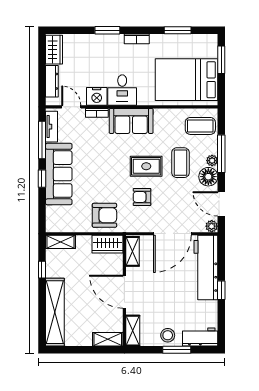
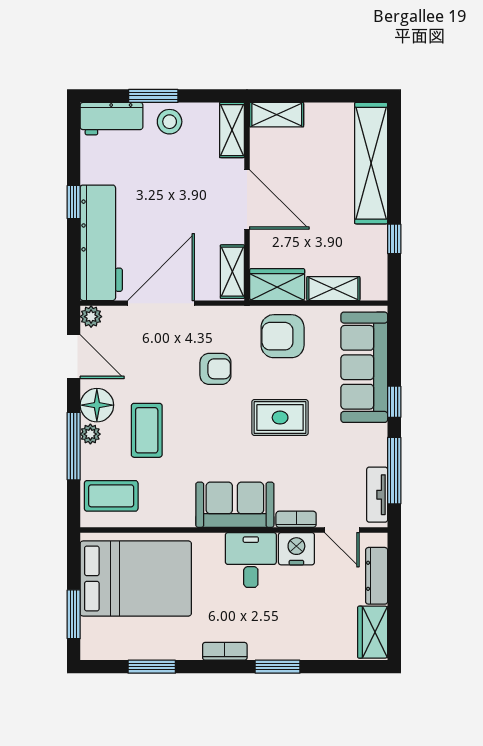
rug: (146, 166) -> (280, 418), moved
sofa: (59, 174) -> (364, 367), moved
shelving: (60, 242) -> (333, 289), moved

